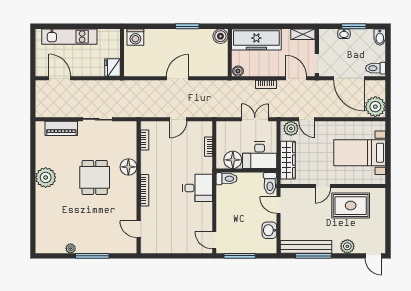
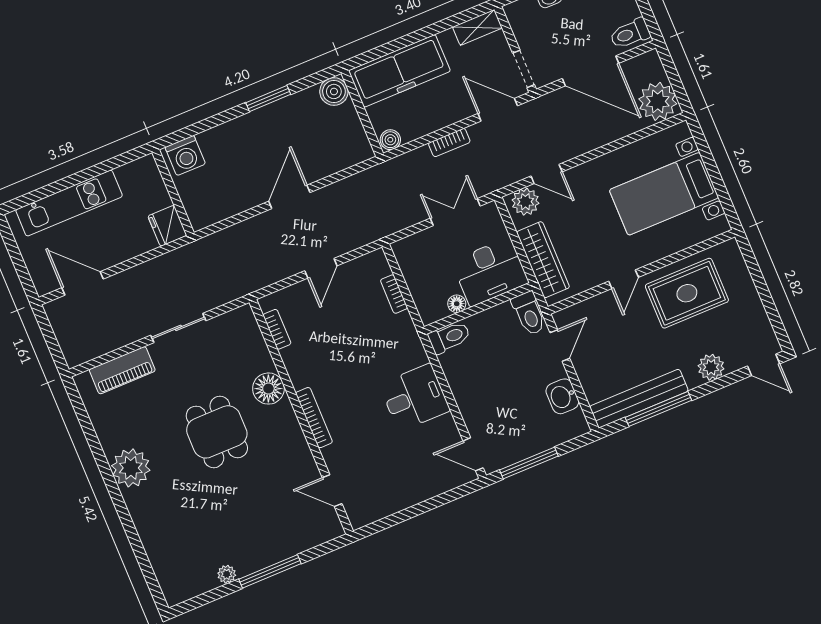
floor lamp: (233, 160) -> (457, 304), width x0.53, depth x0.53
desk: (198, 188) -> (415, 397), moved
door: (278, 205) -> (560, 345), swing flipped

